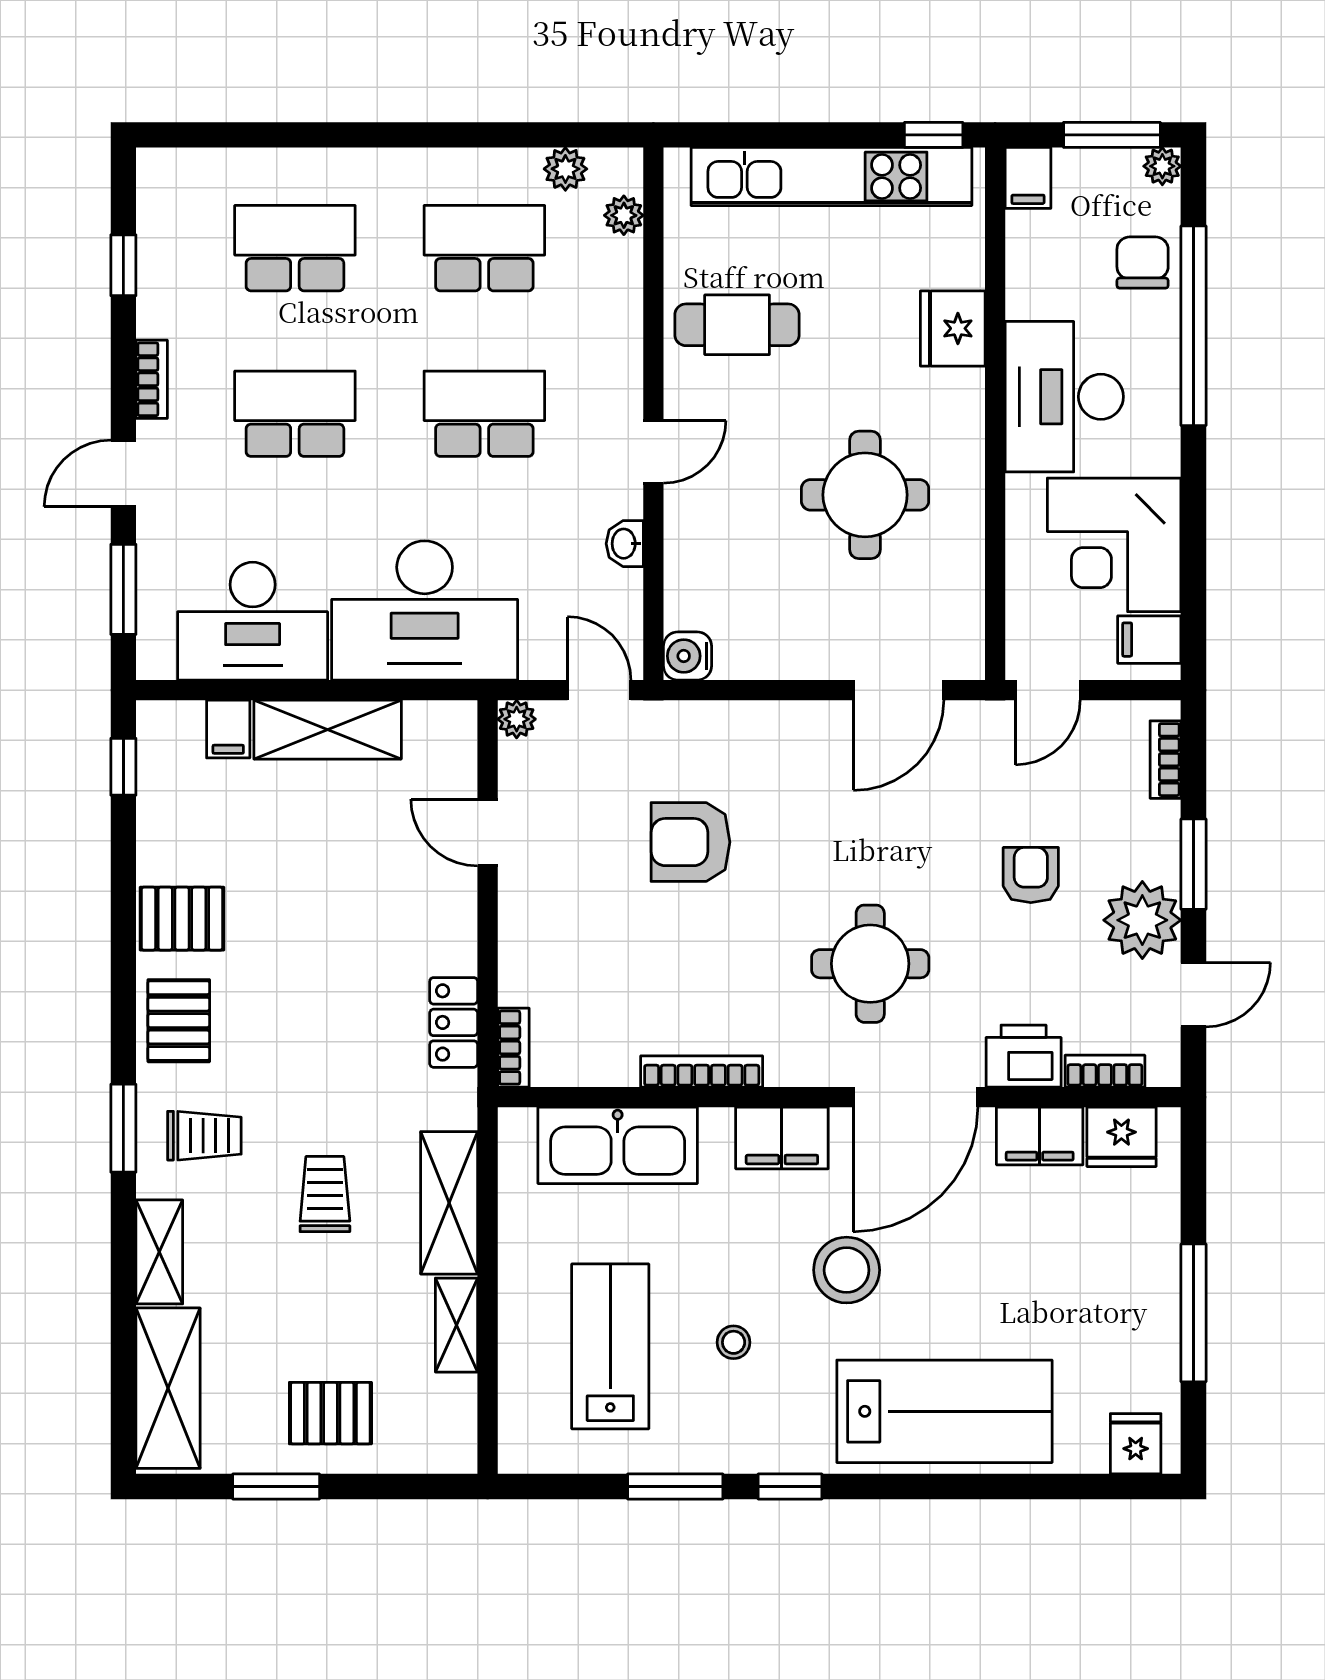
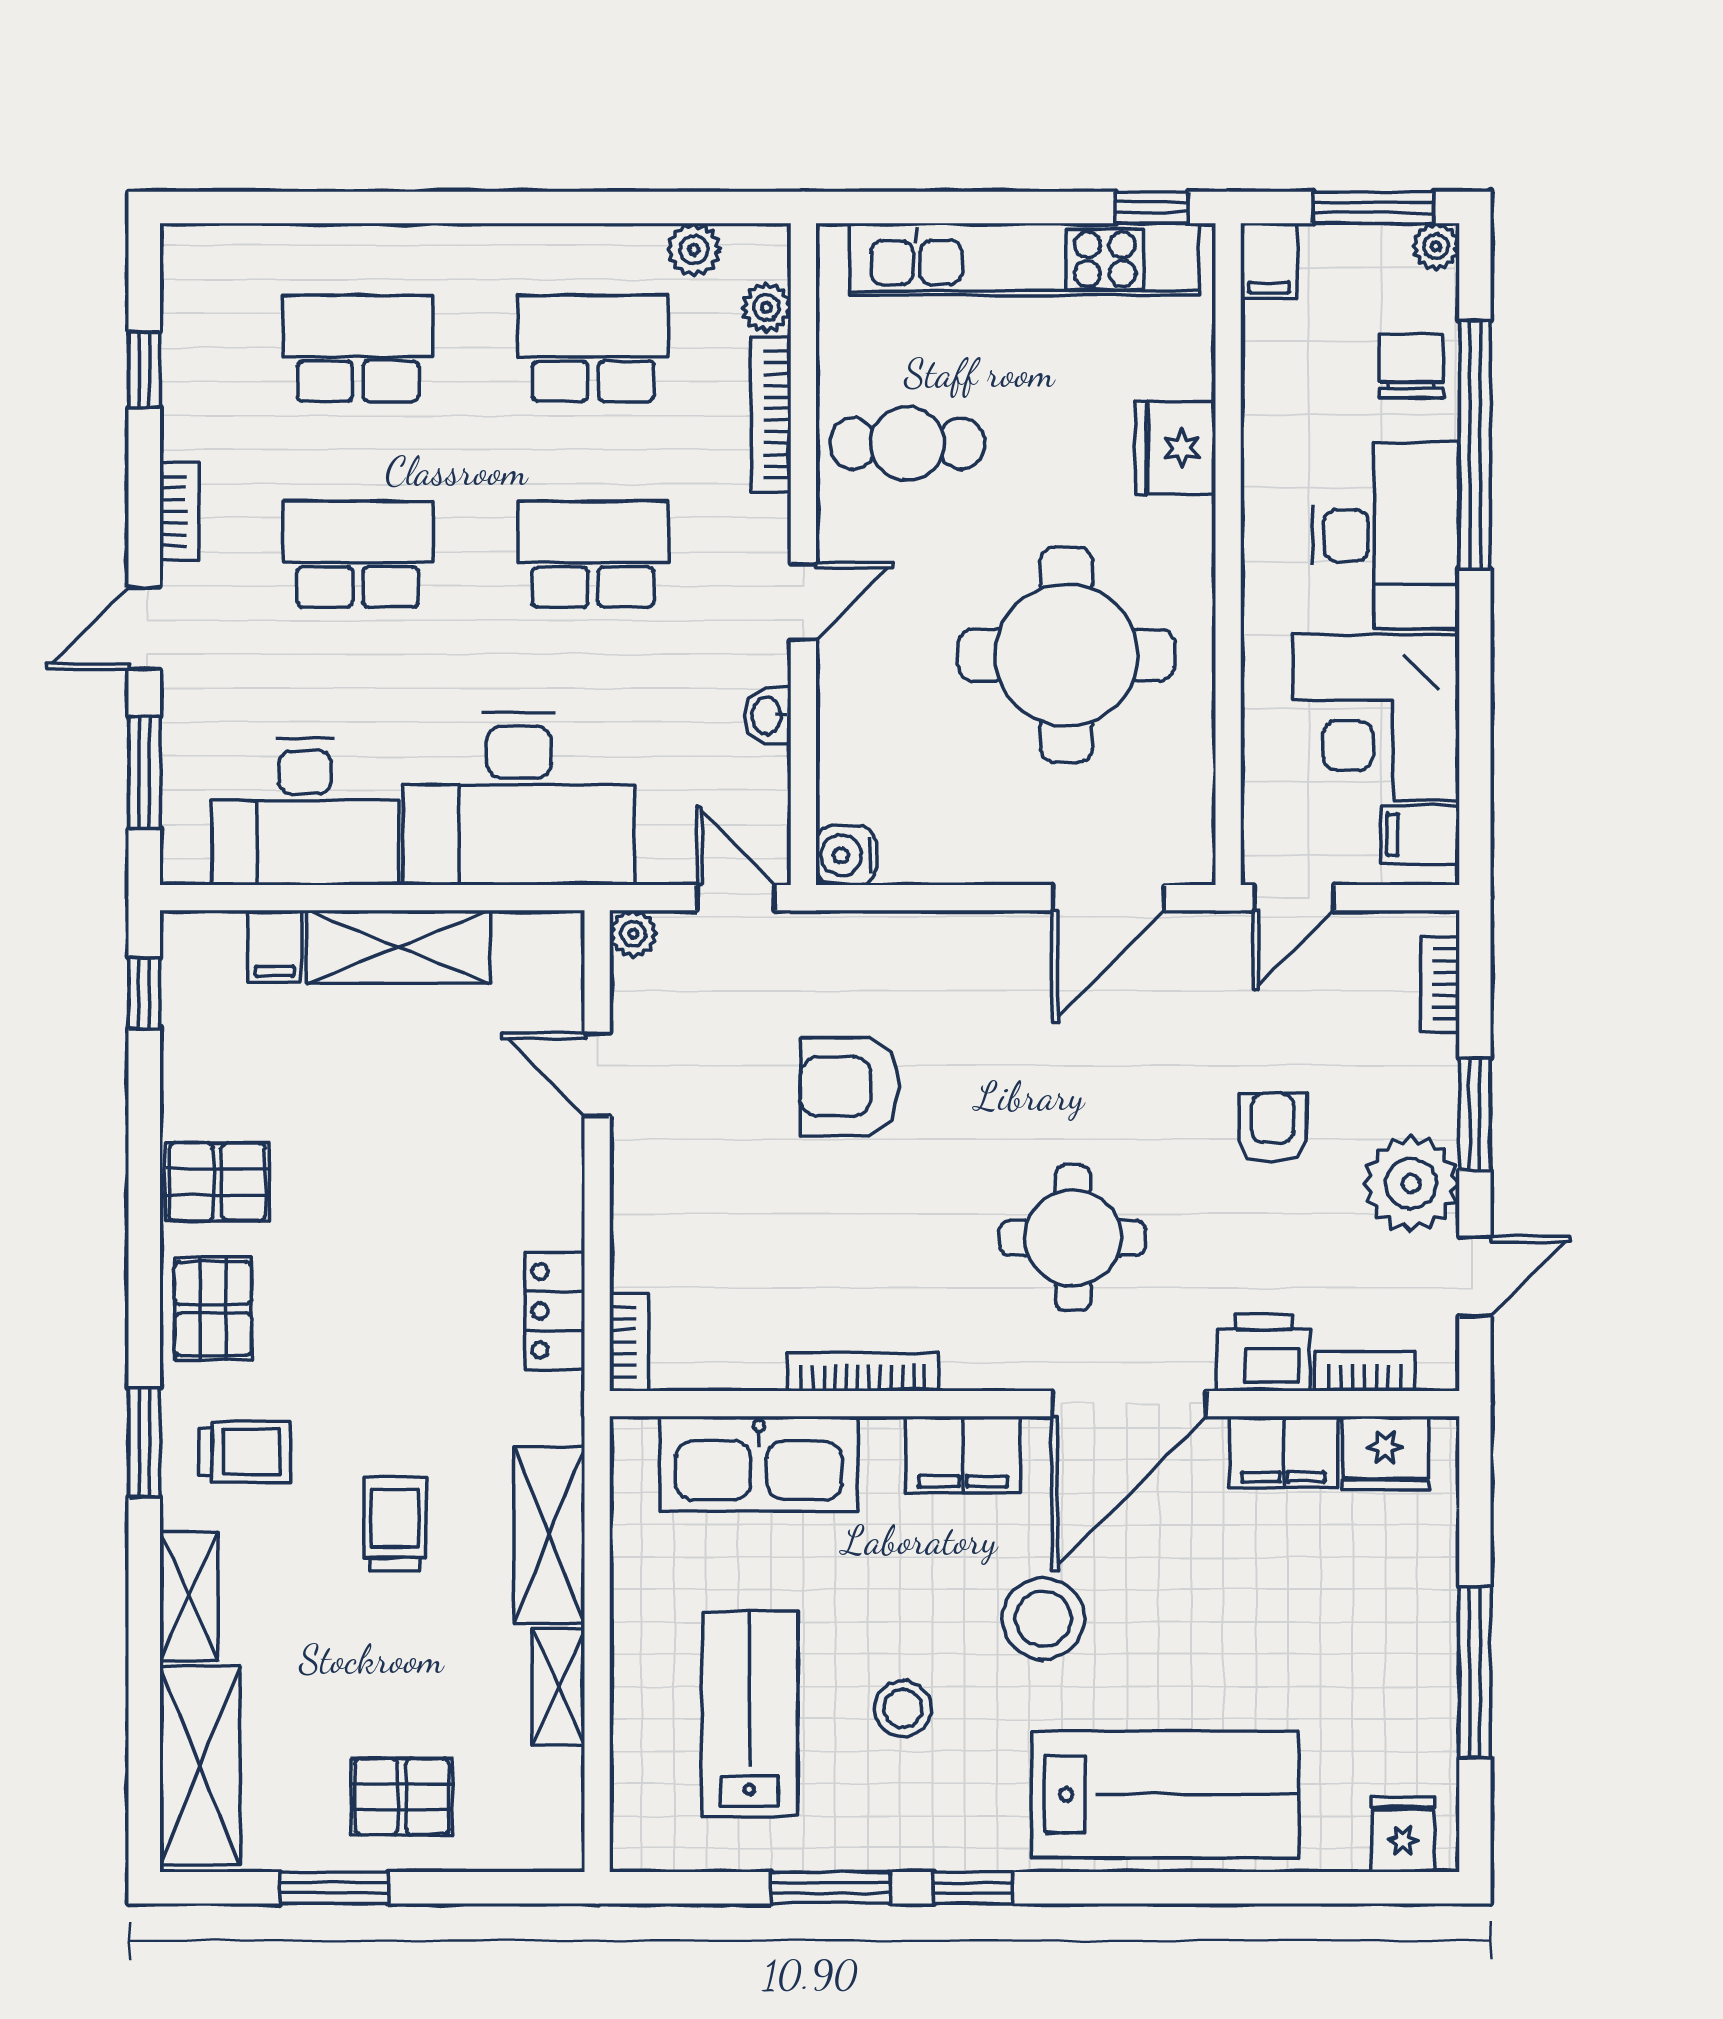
bookcase: (627, 302) -> (771, 415), added
desk: (1064, 397) -> (1386, 536), moved, turned 180
round table: (865, 495) -> (1066, 655), width x1.36, depth x1.36
stool: (734, 1342) -> (903, 1709), width x1.37, depth x1.37

